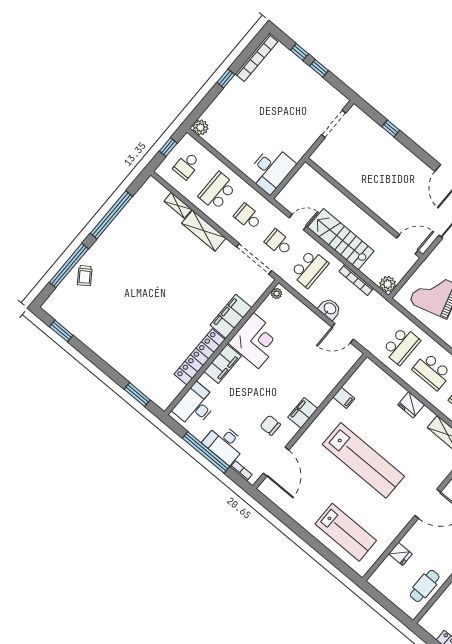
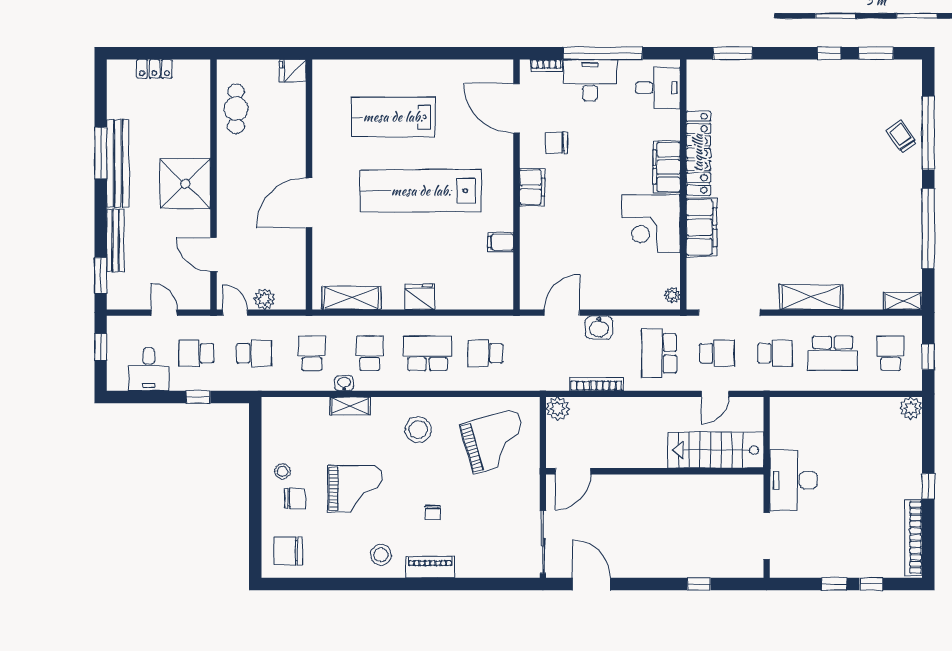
desk: (271, 169) -> (794, 480), moved
school desk: (217, 191) -> (833, 353), turned 90
shelving: (178, 205) -> (903, 301), moved
stairs: (341, 239) -> (716, 450), moved, turned 180
school desk: (401, 346) -> (485, 353), width x0.54
window: (86, 352) -> (829, 53), added
desk: (195, 405) -> (658, 88), width x0.73
chair: (270, 425) -> (557, 143), turned 180
lab bench: (346, 532) -> (393, 117), moved
fridge: (400, 554) -> (293, 71), moved

